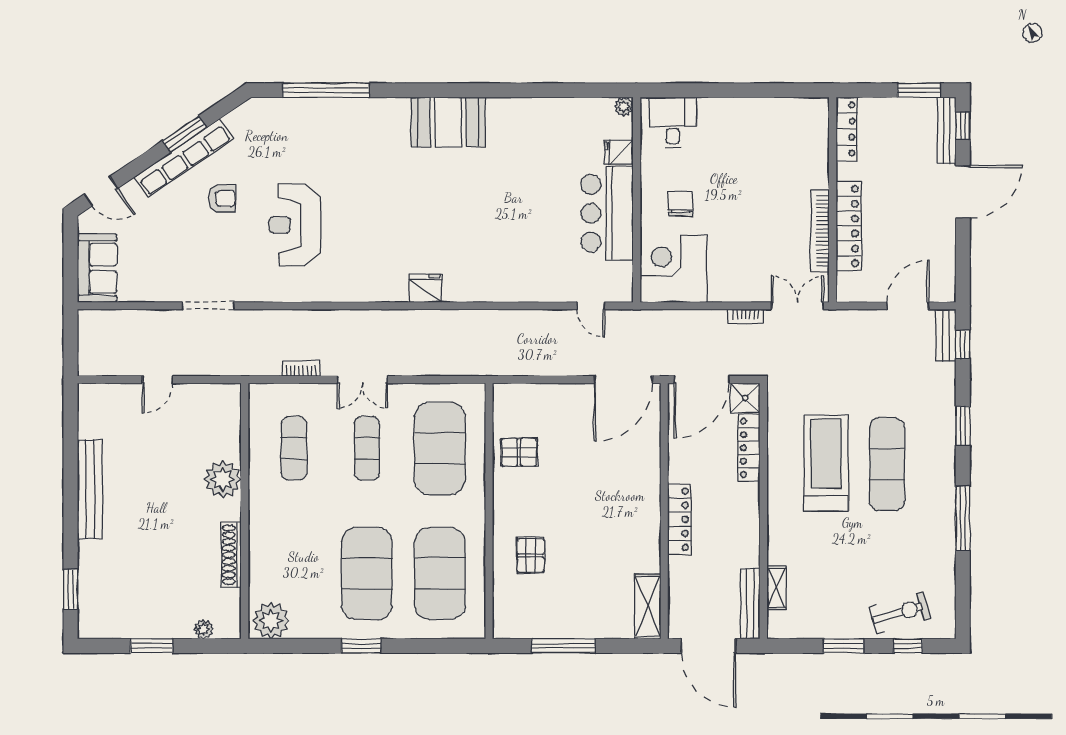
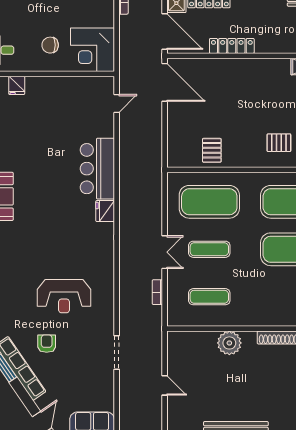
bar counter: (607, 213) -> (97, 169), moved, turned 90
locker: (679, 519) -> (232, 46), moved

